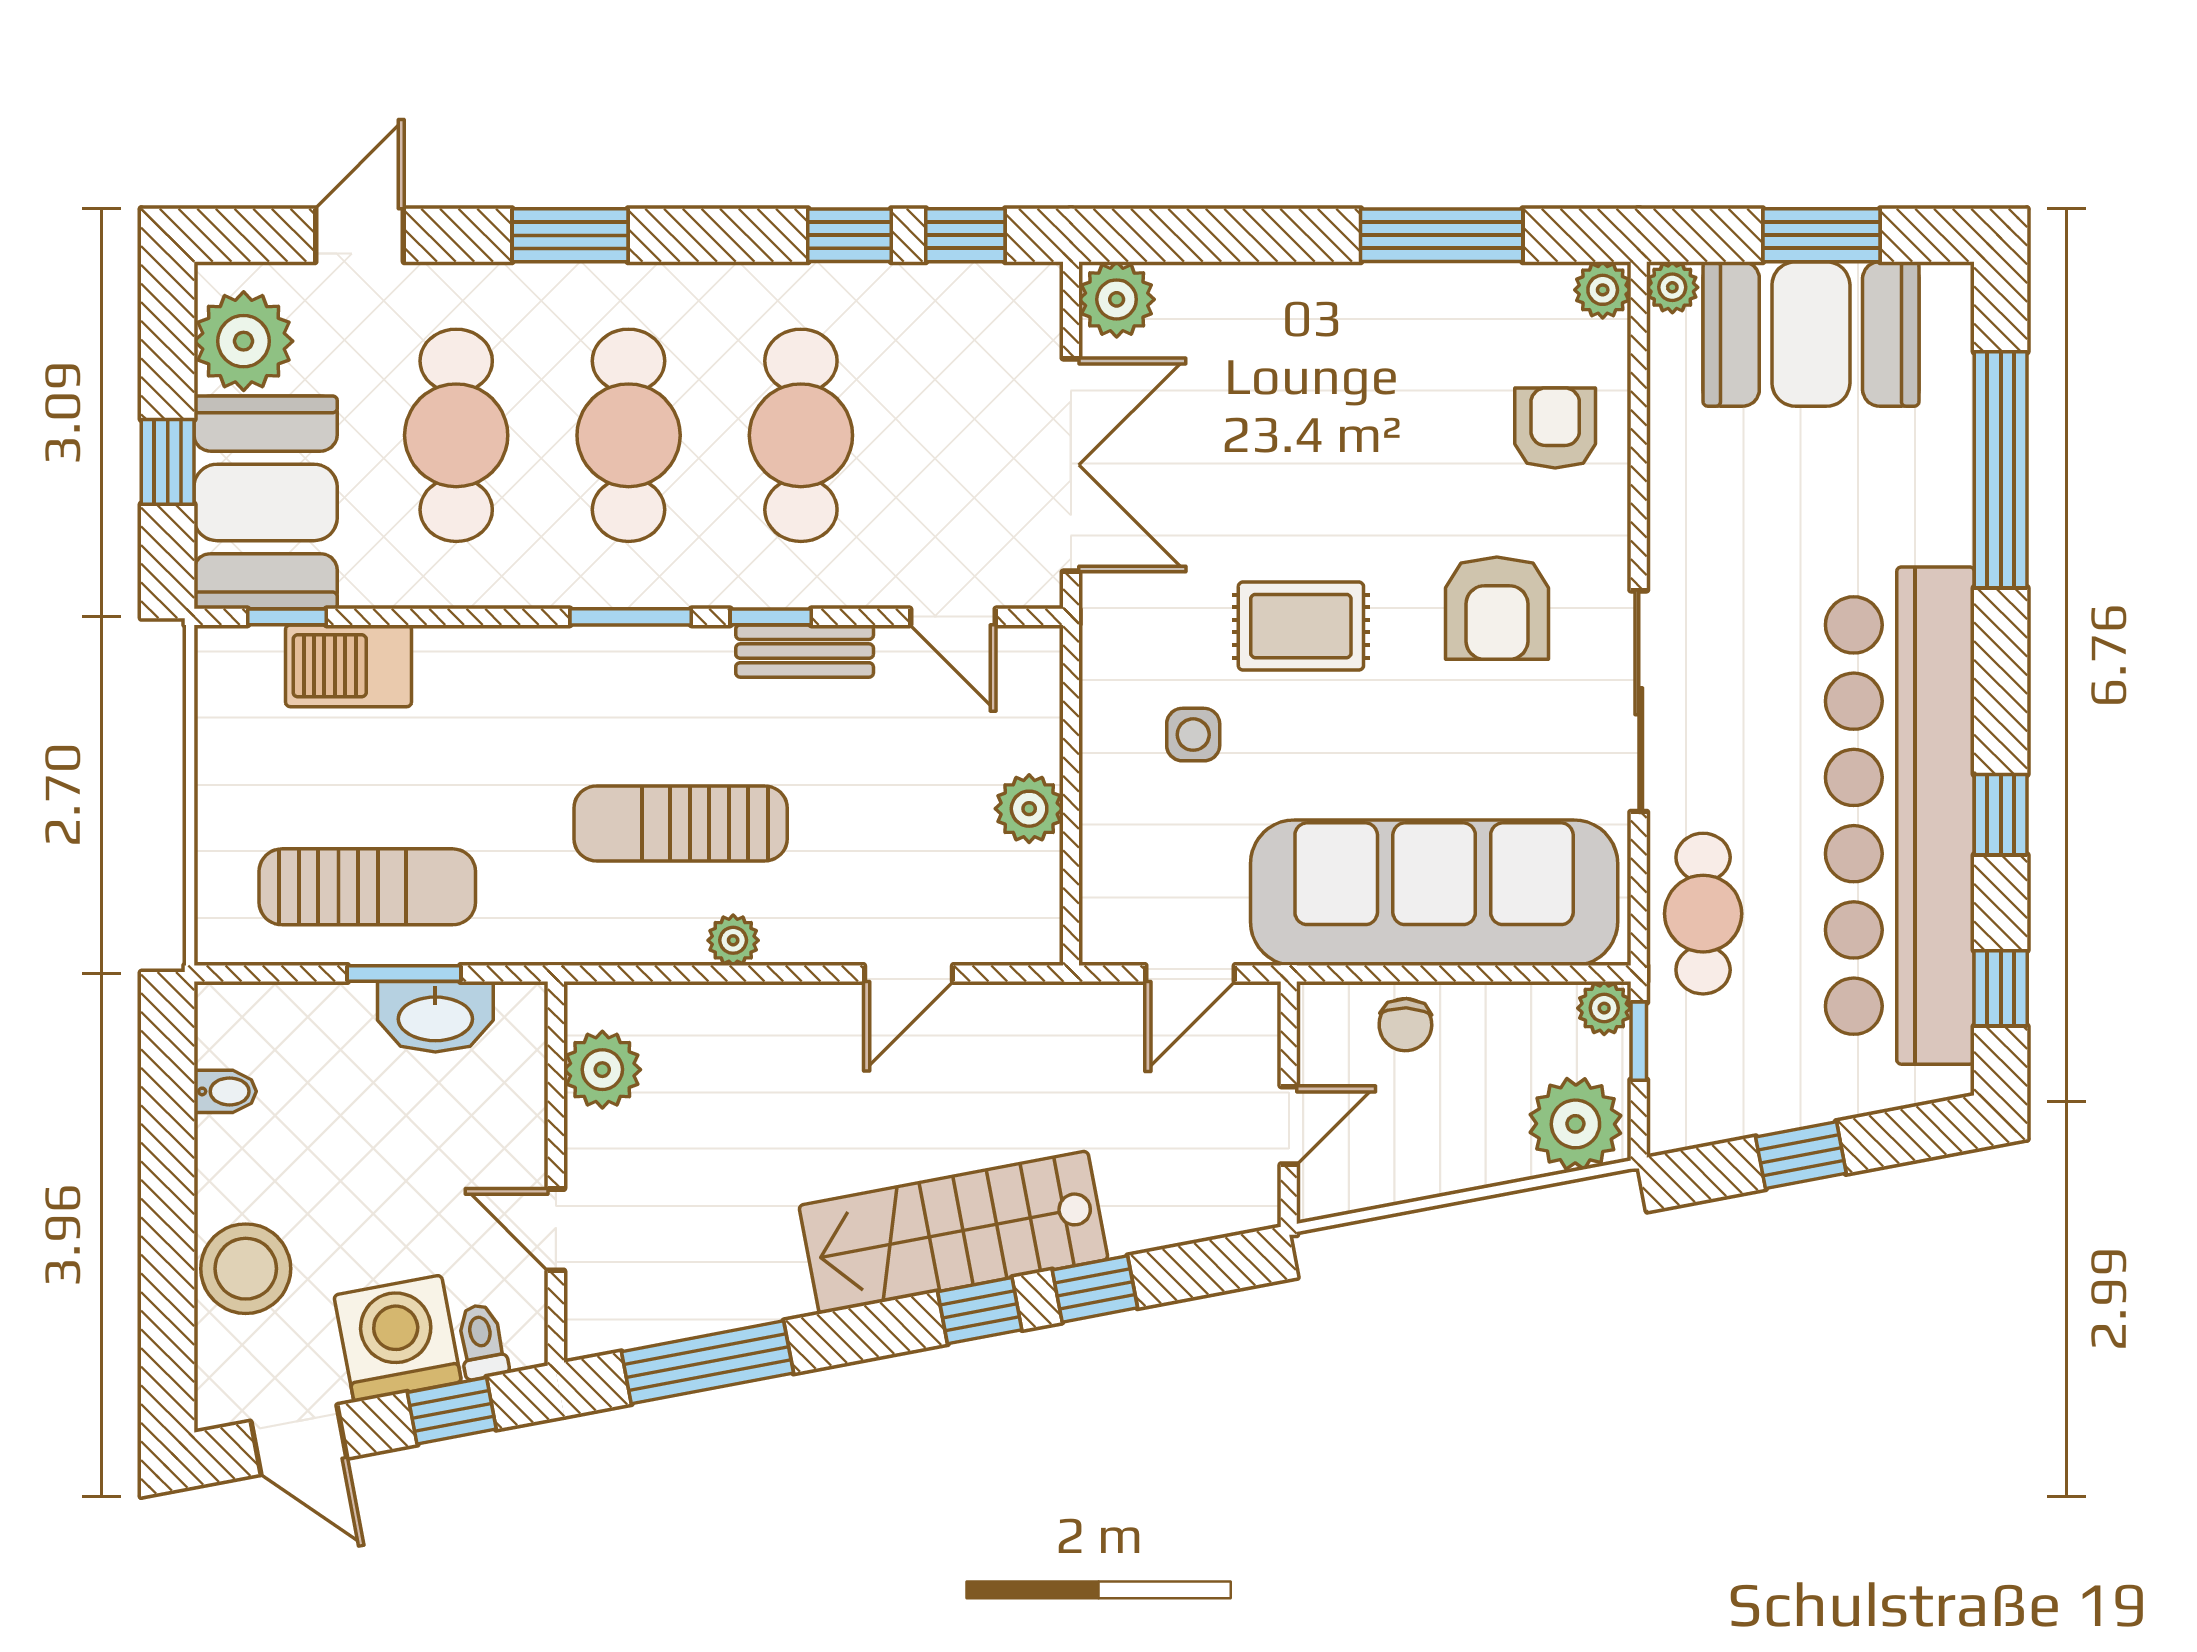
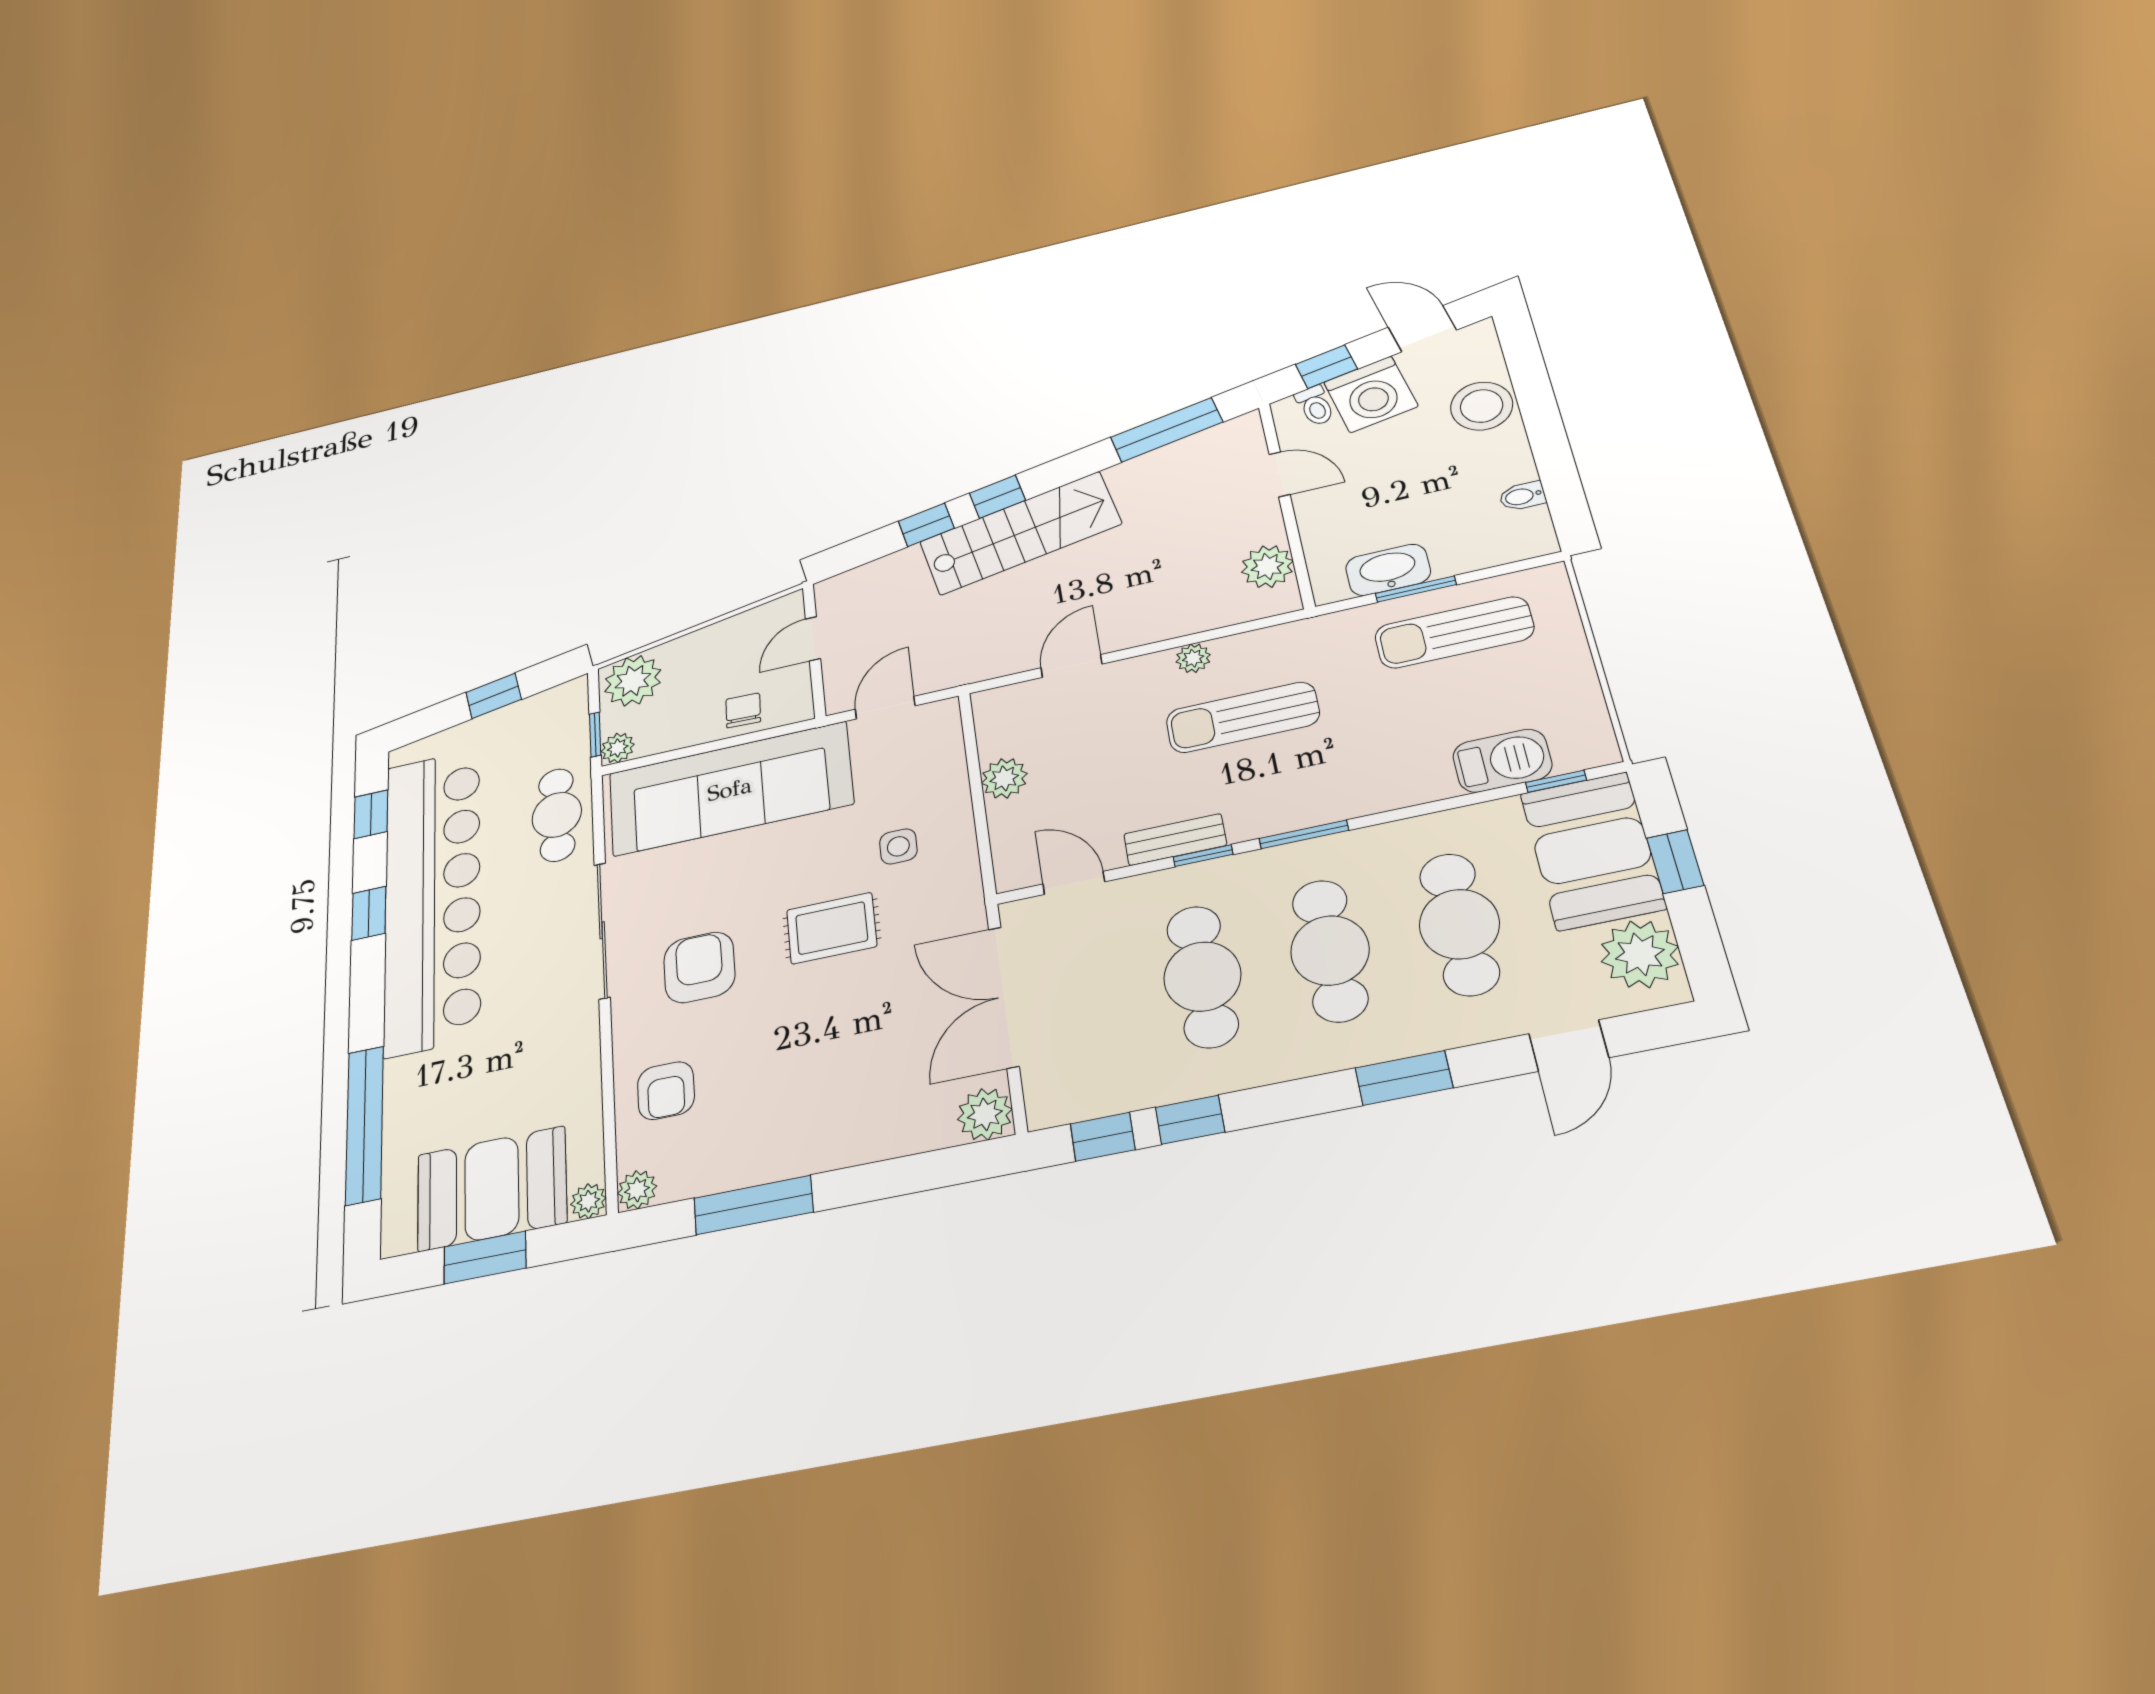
sun lounger: (681, 823) -> (1243, 717), turned 180

